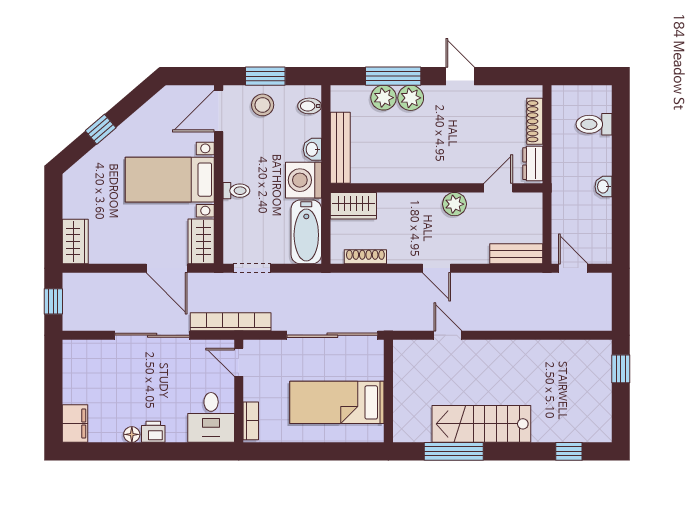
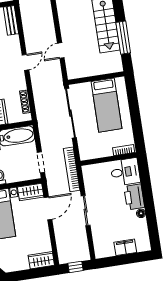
sliding door: (152, 335) -> (86, 211), width x0.73
door: (239, 362) -> (93, 162), removed
filing cabinet: (75, 424) -> (125, 247), moved
printer: (153, 432) -> (134, 197), width x1.87, depth x1.48

